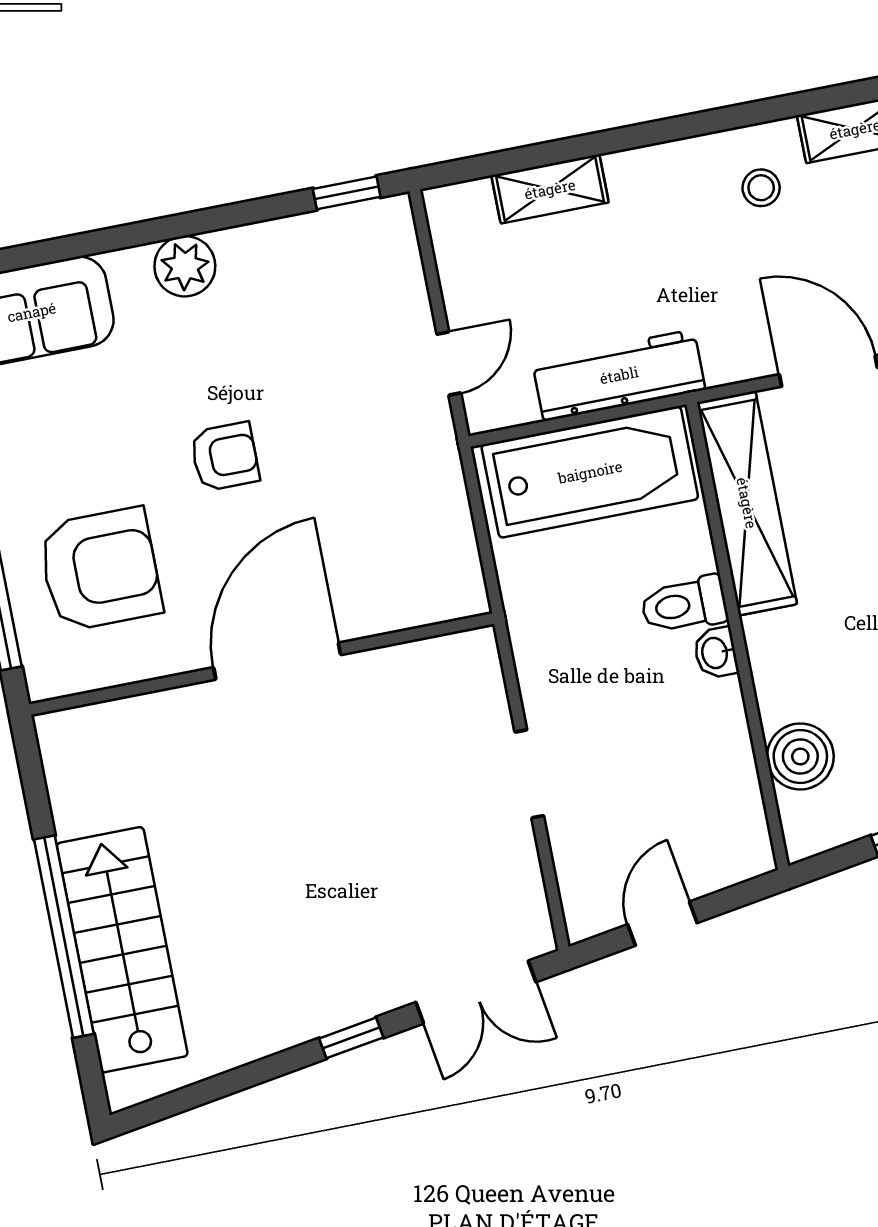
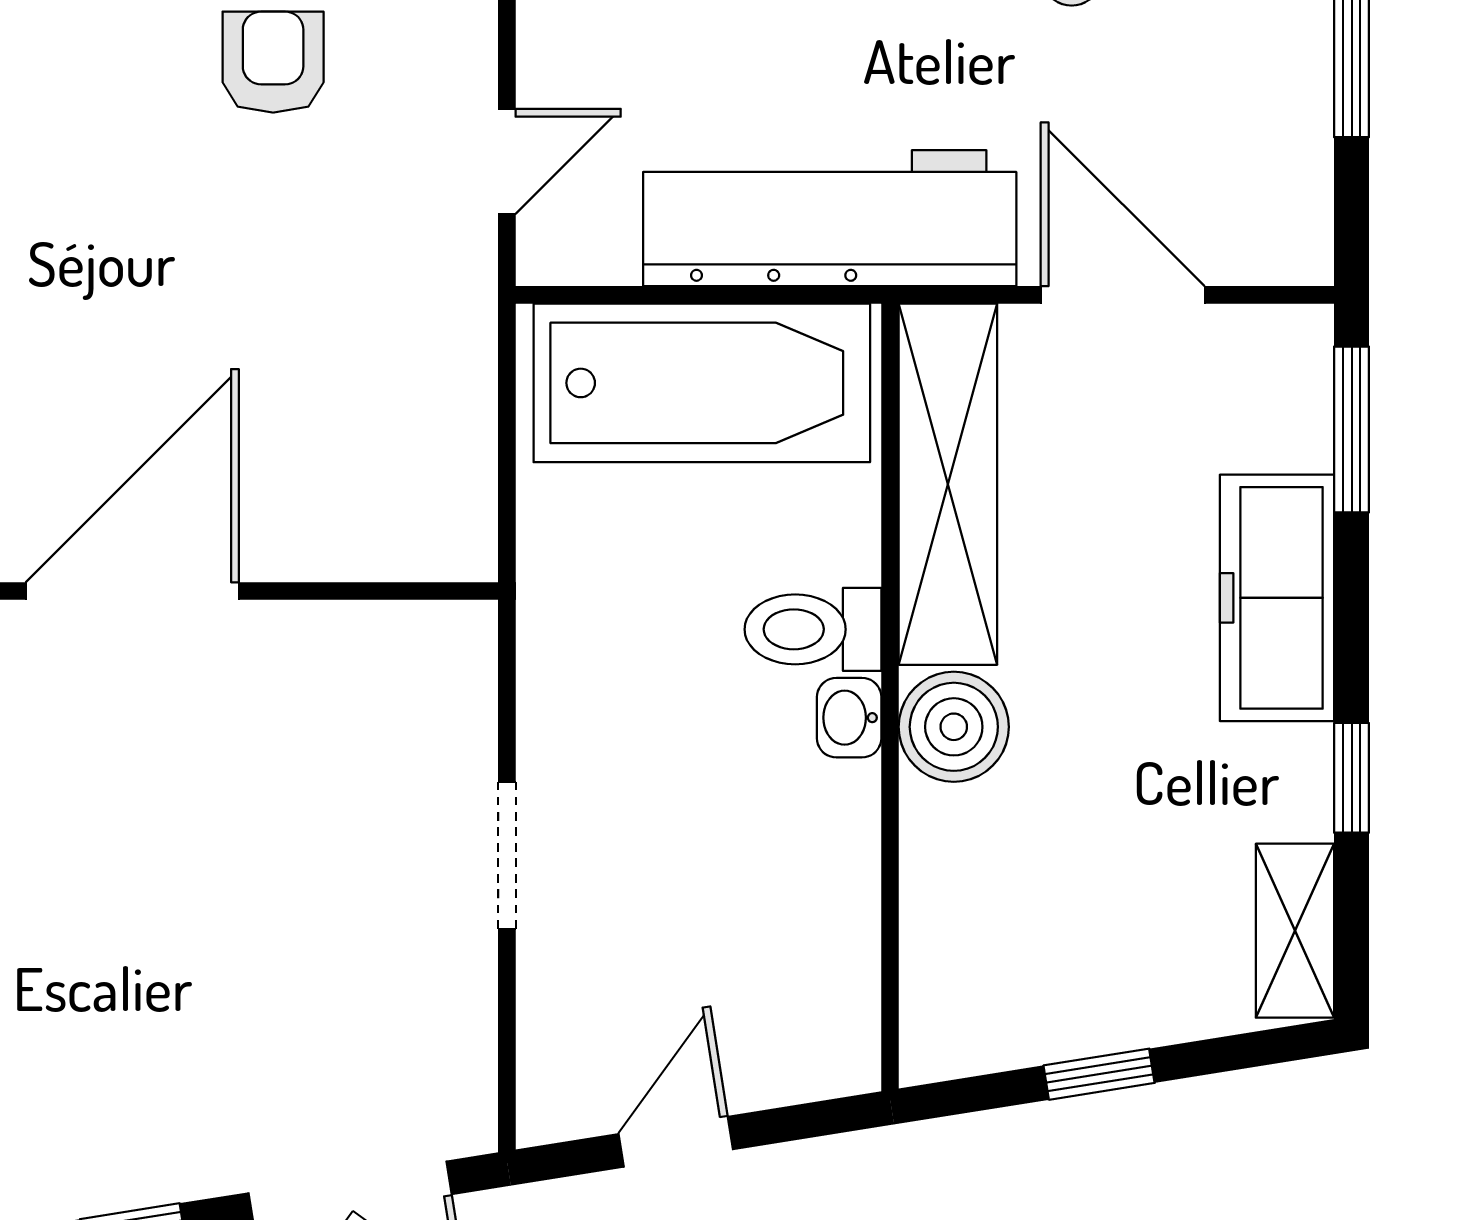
workbench: (619, 375) -> (830, 218), width x1.36, depth x1.32
armchair: (225, 457) -> (273, 62), moved, turned -90
boiler: (800, 757) -> (954, 727), moved

